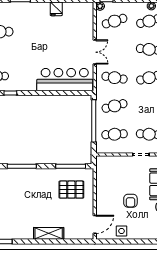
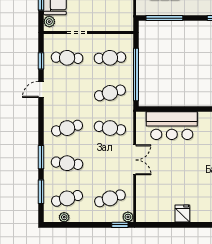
double door: (95, 52) -> (135, 160), swing flipped
bar counter: (65, 80) -> (172, 126), width x0.73

